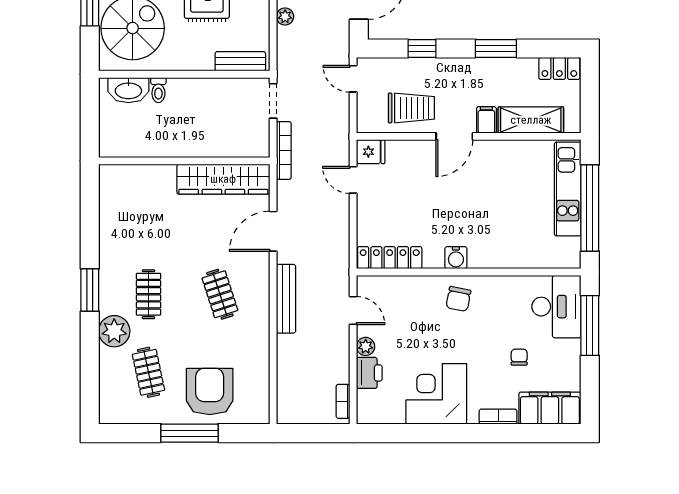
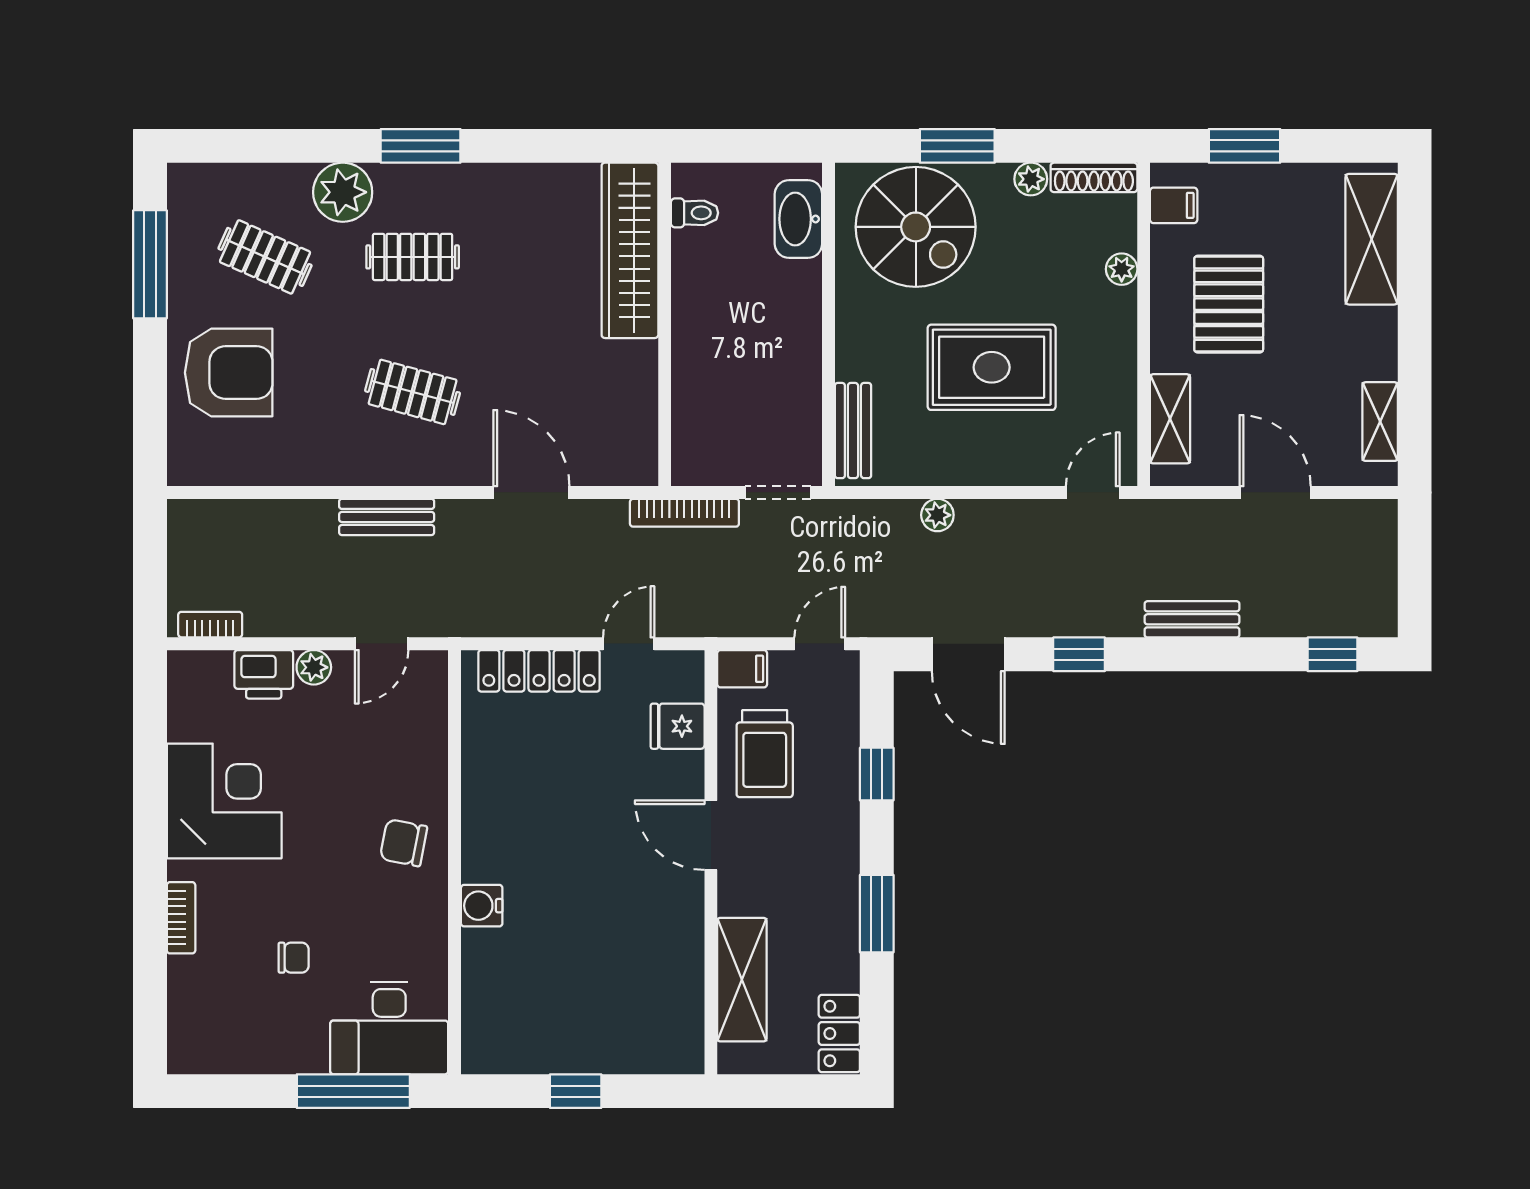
toilet: (158, 90) -> (695, 213), moved, turned 180
filing cabinet: (486, 120) -> (742, 669), moved
fridge: (371, 152) -> (678, 726), moved, turned 90
wardrobe: (223, 179) -> (630, 250), moved
kitchen unit: (568, 189) -> (611, 1049), removed
window: (590, 208) -> (576, 1091), width x0.32
locker: (390, 258) -> (539, 671), moved, turned 90
water cooler: (456, 258) -> (482, 906), moved
clothes rail: (220, 294) -> (413, 392), turned 33
bench: (286, 299) -> (387, 517), width x0.73
clothes rail: (148, 372) -> (265, 257), turned 36
filing cabinet: (550, 408) -> (197, 1016), removed
window: (189, 433) -> (150, 264), moved

